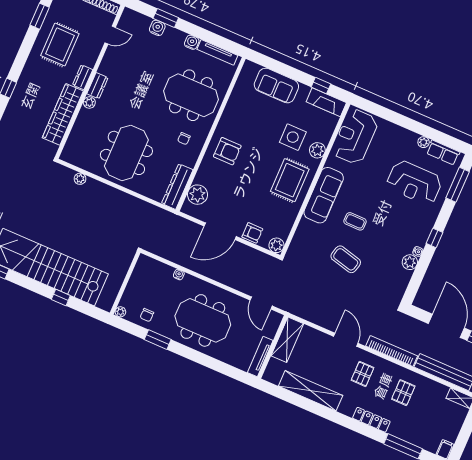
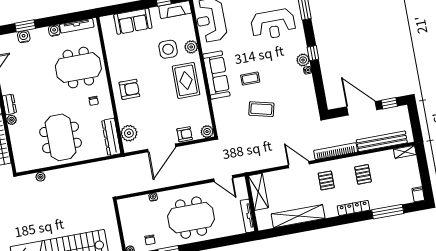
plant: (410, 262) -> (303, 60), moved

